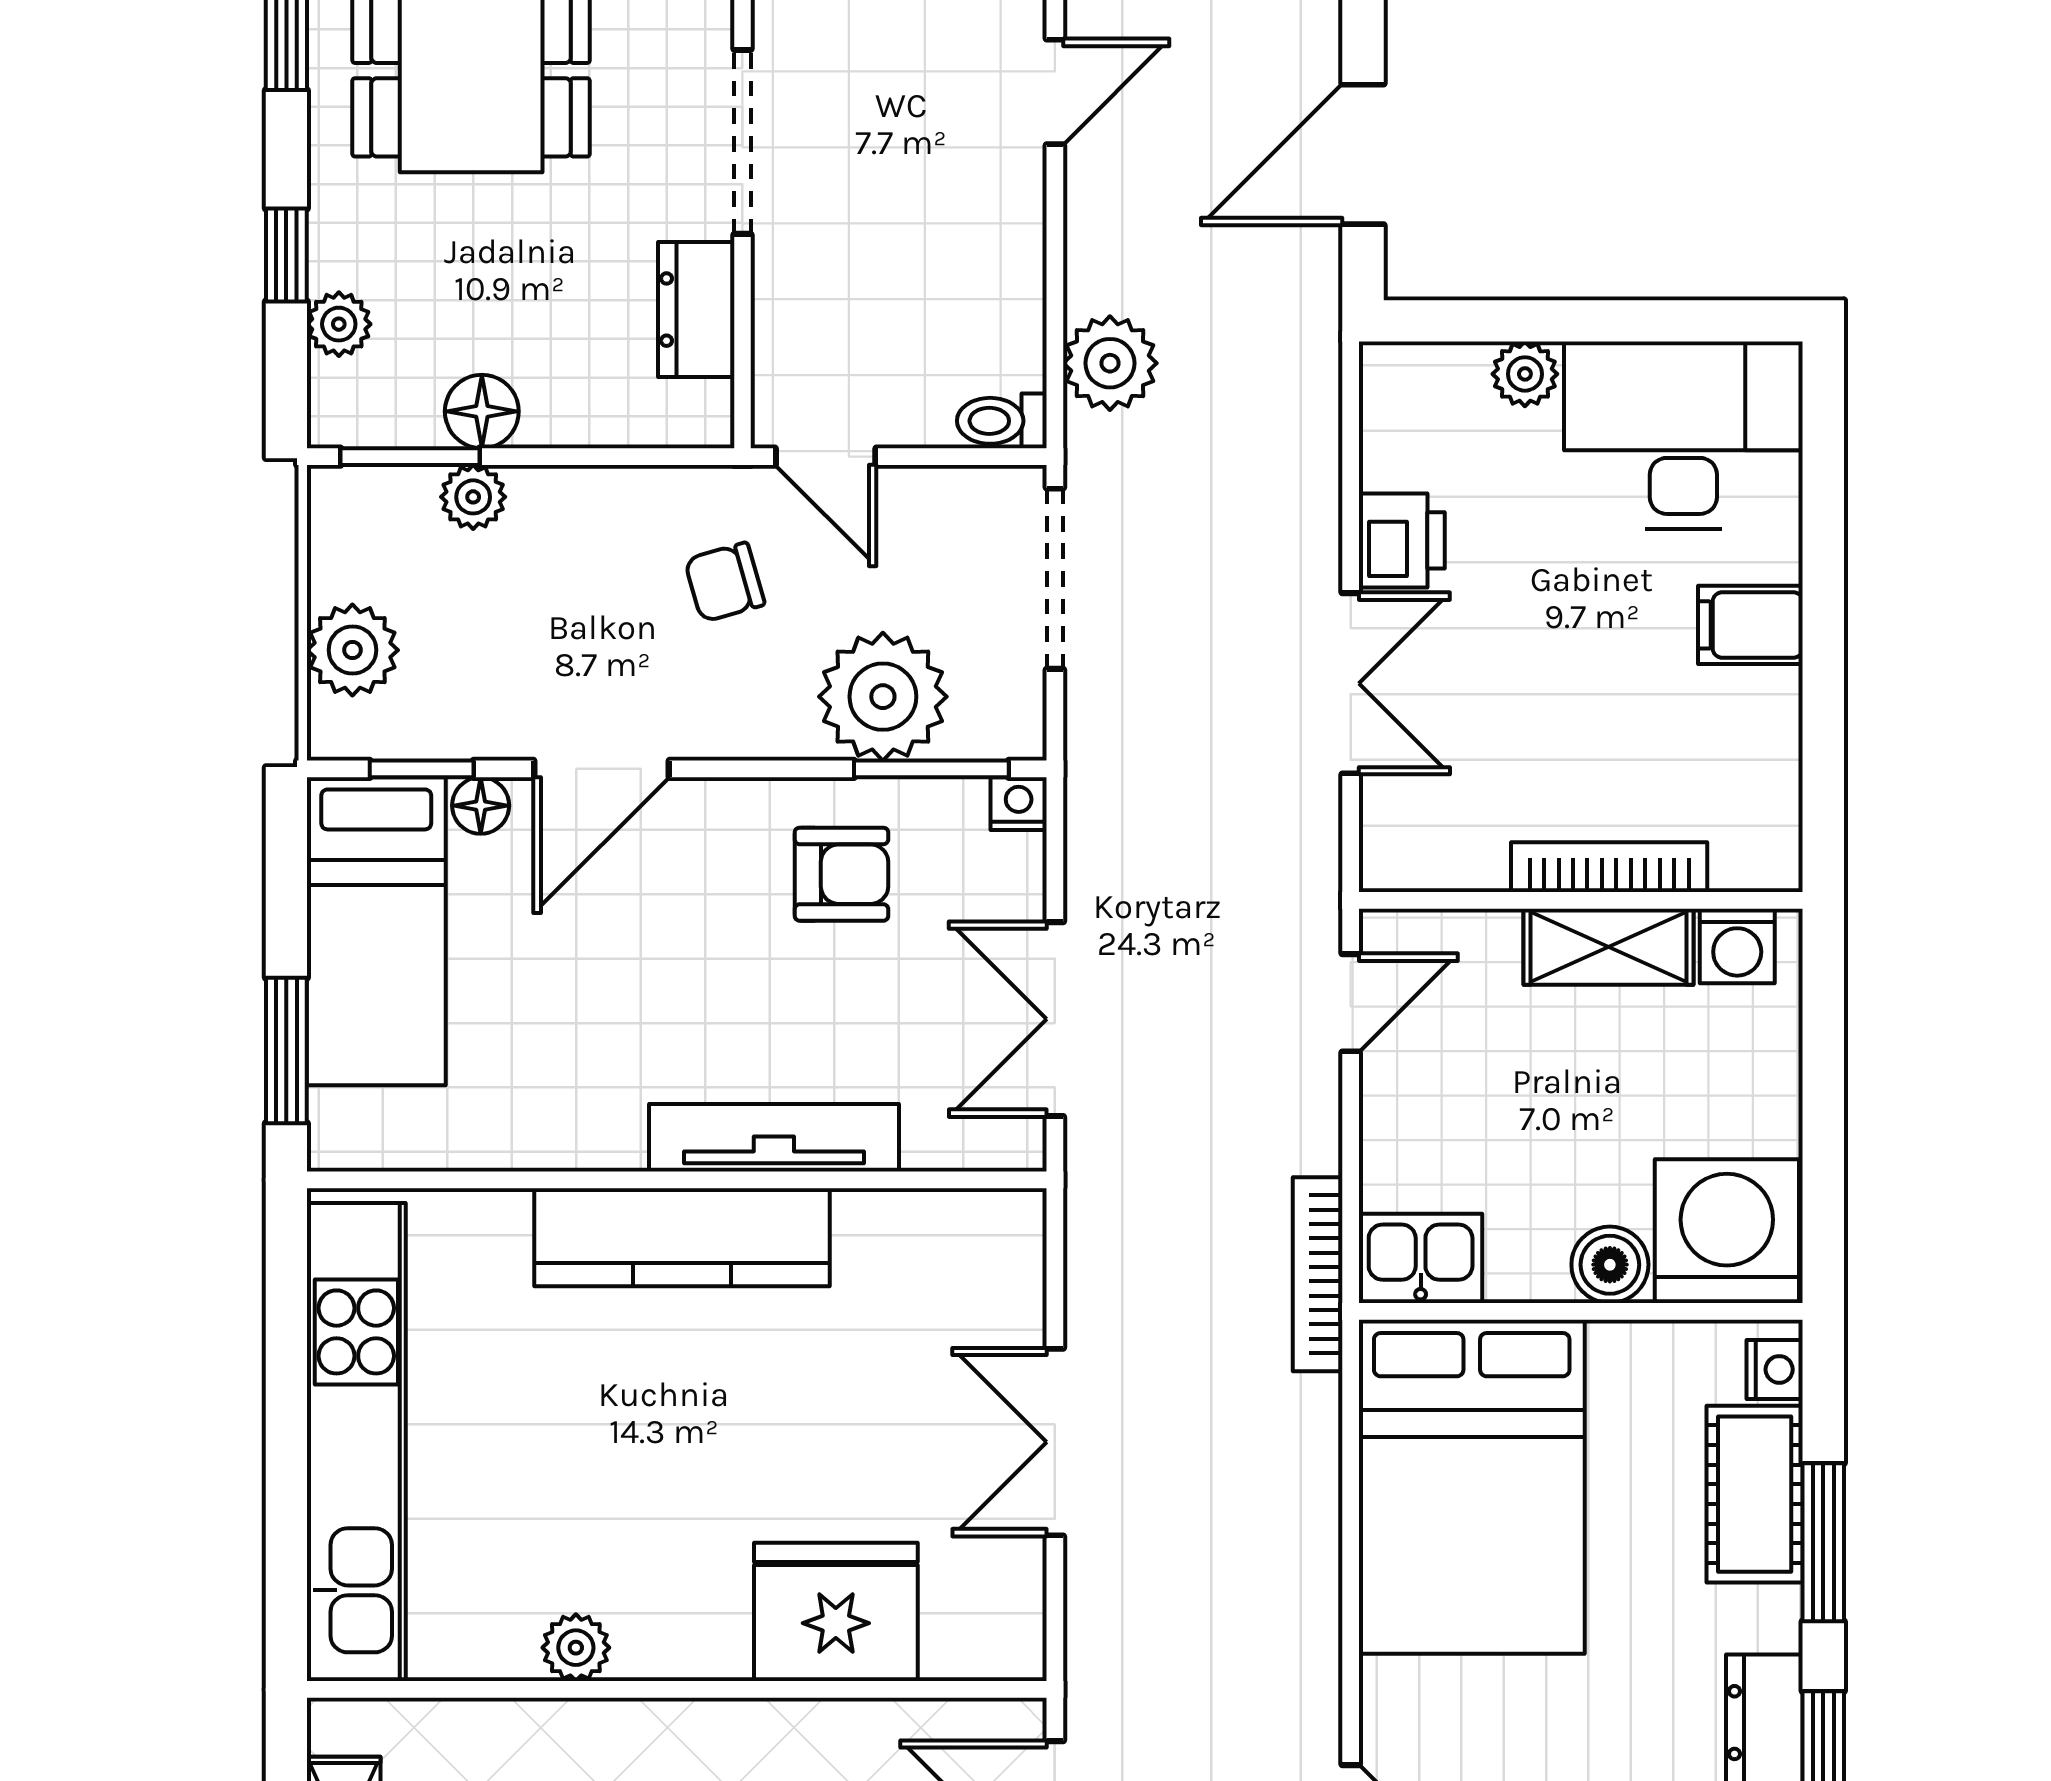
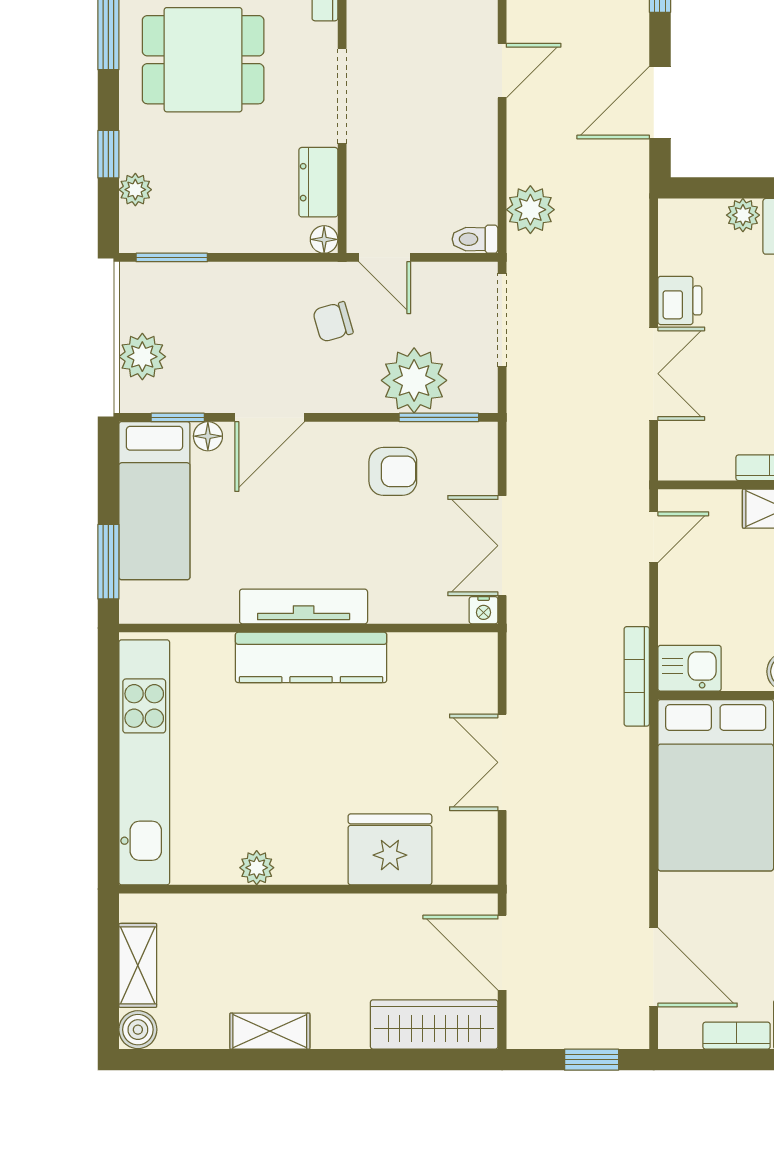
floor lamp: (482, 411) -> (324, 239), moved, width x0.73, depth x0.73
plant: (473, 497) -> (204, 278), removed
nightstand: (1019, 804) -> (484, 610), moved, turned 180
tv unit: (774, 1138) -> (304, 606), moved

